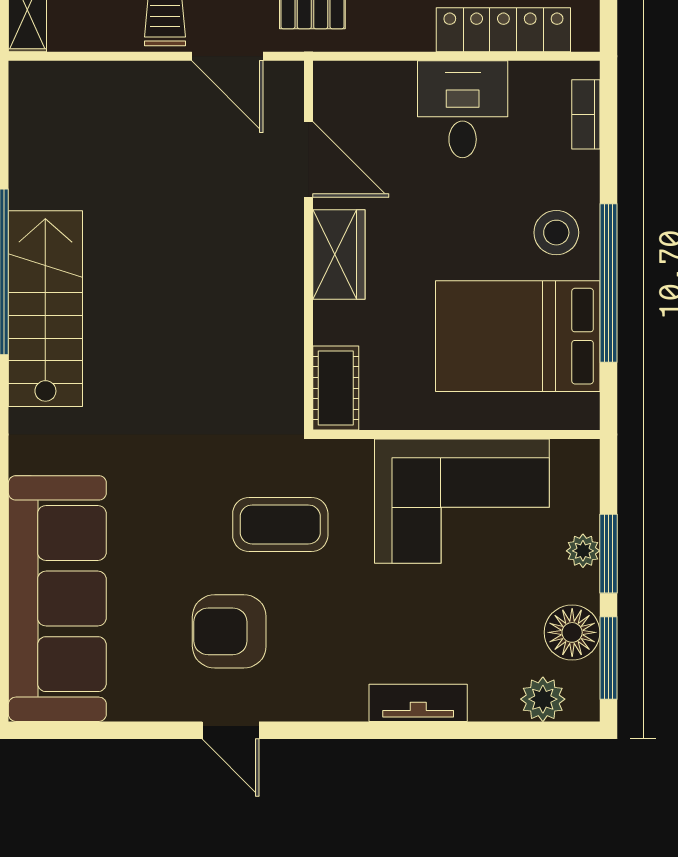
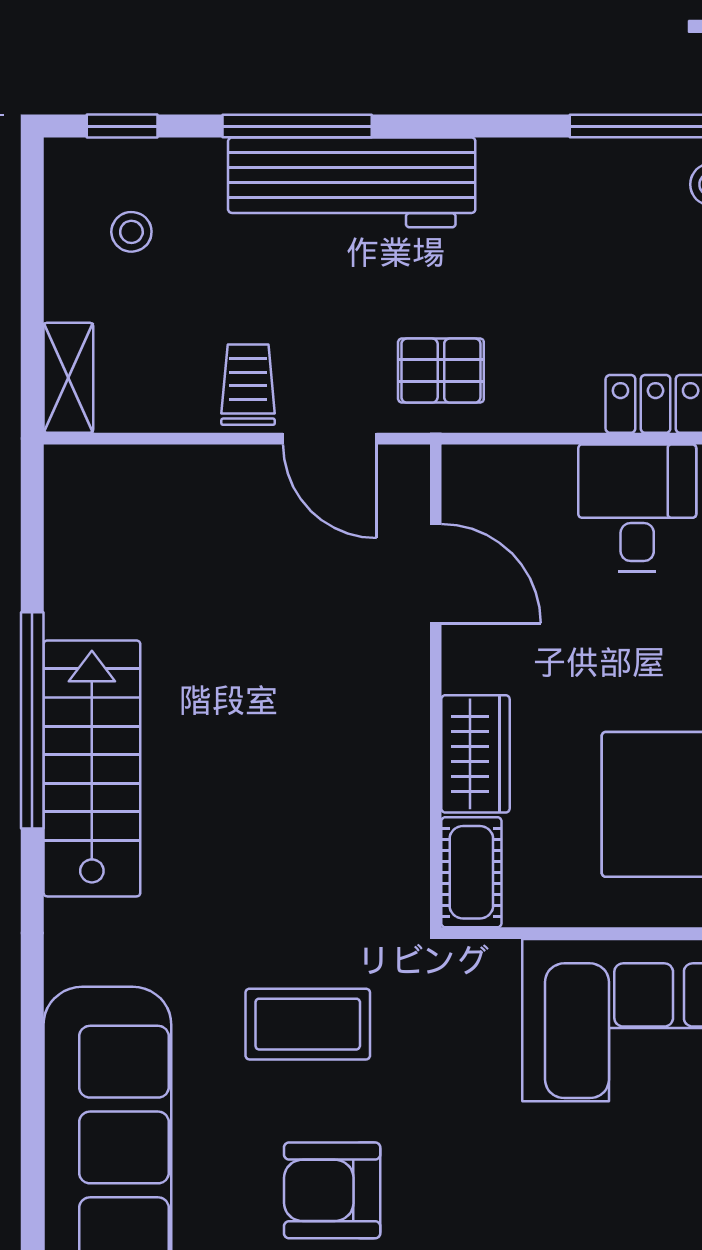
wardrobe: (339, 254) -> (475, 754), moved
coffee table: (280, 524) -> (308, 1024), moved

